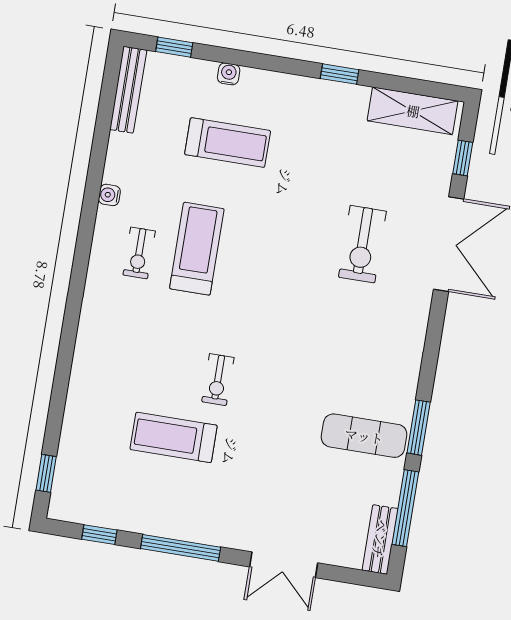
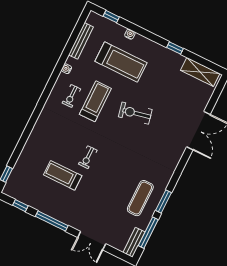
bench: (128, 90) -> (81, 41), moved
treadmill: (228, 143) -> (121, 62), width x1.37, depth x1.38
window: (463, 158) -> (215, 97), removed
exercise bike: (362, 244) -> (135, 113), moved, turned 78
exercise mat: (364, 436) -> (140, 198), turned 90

